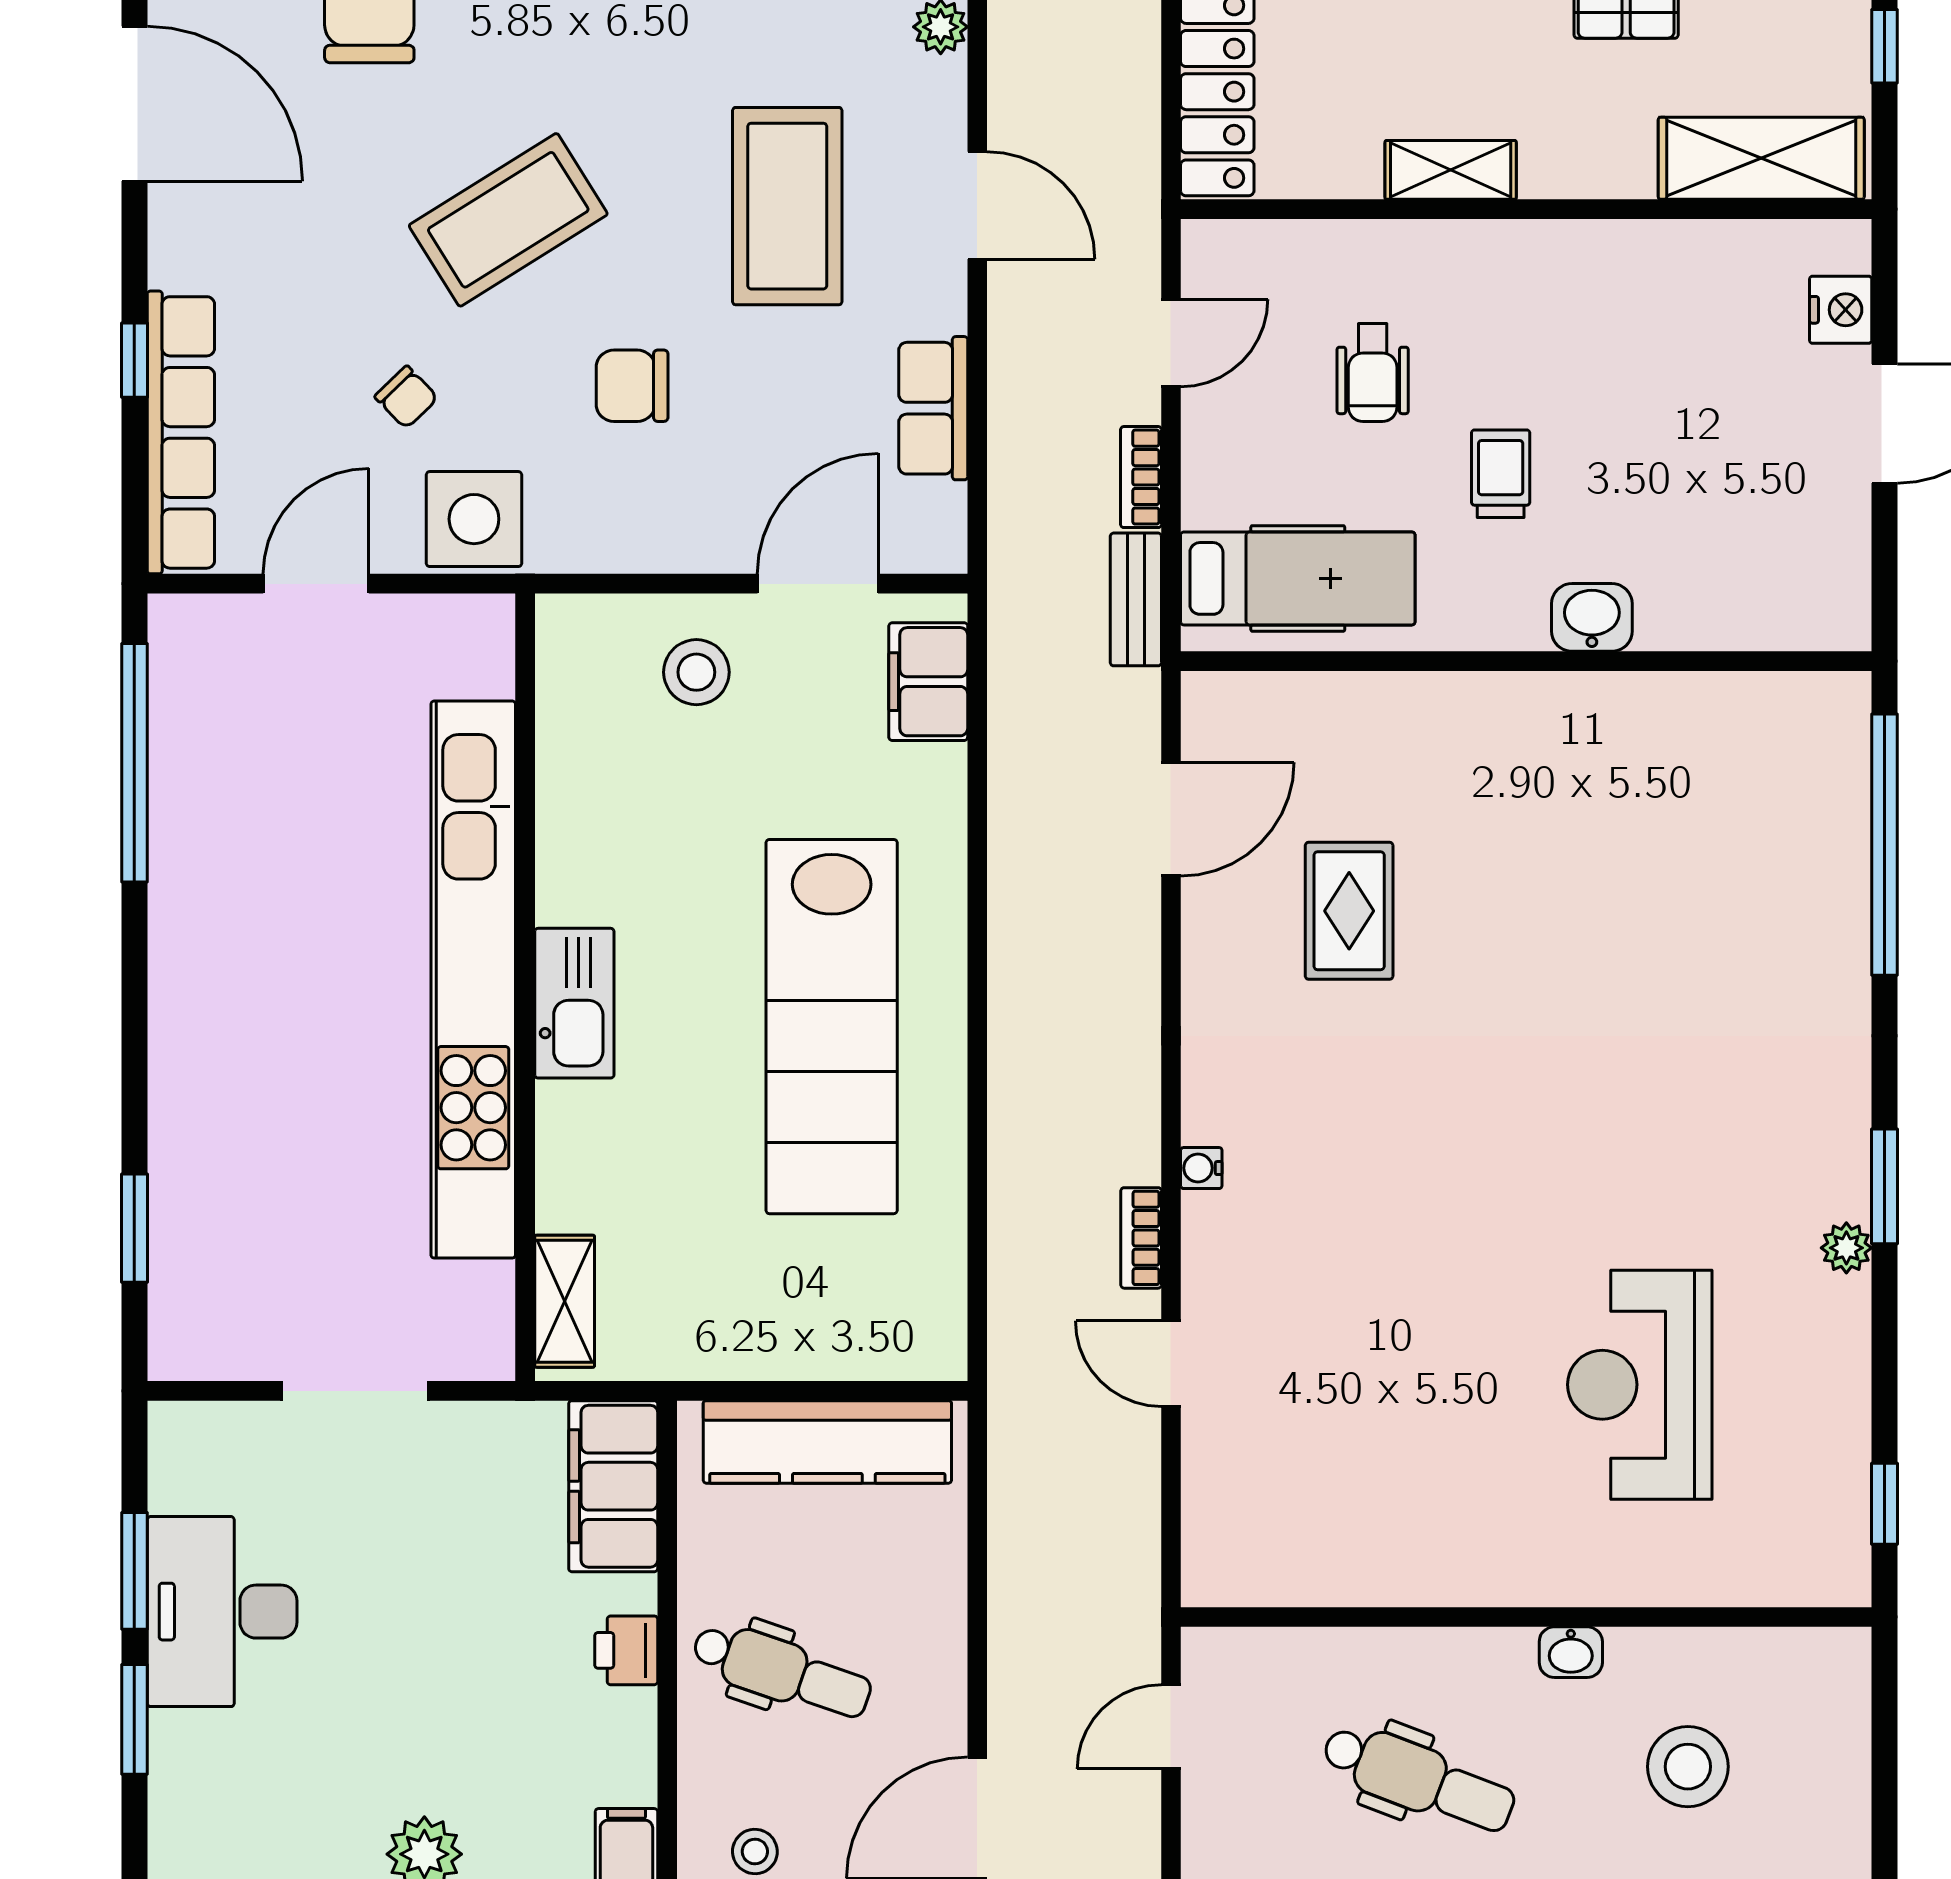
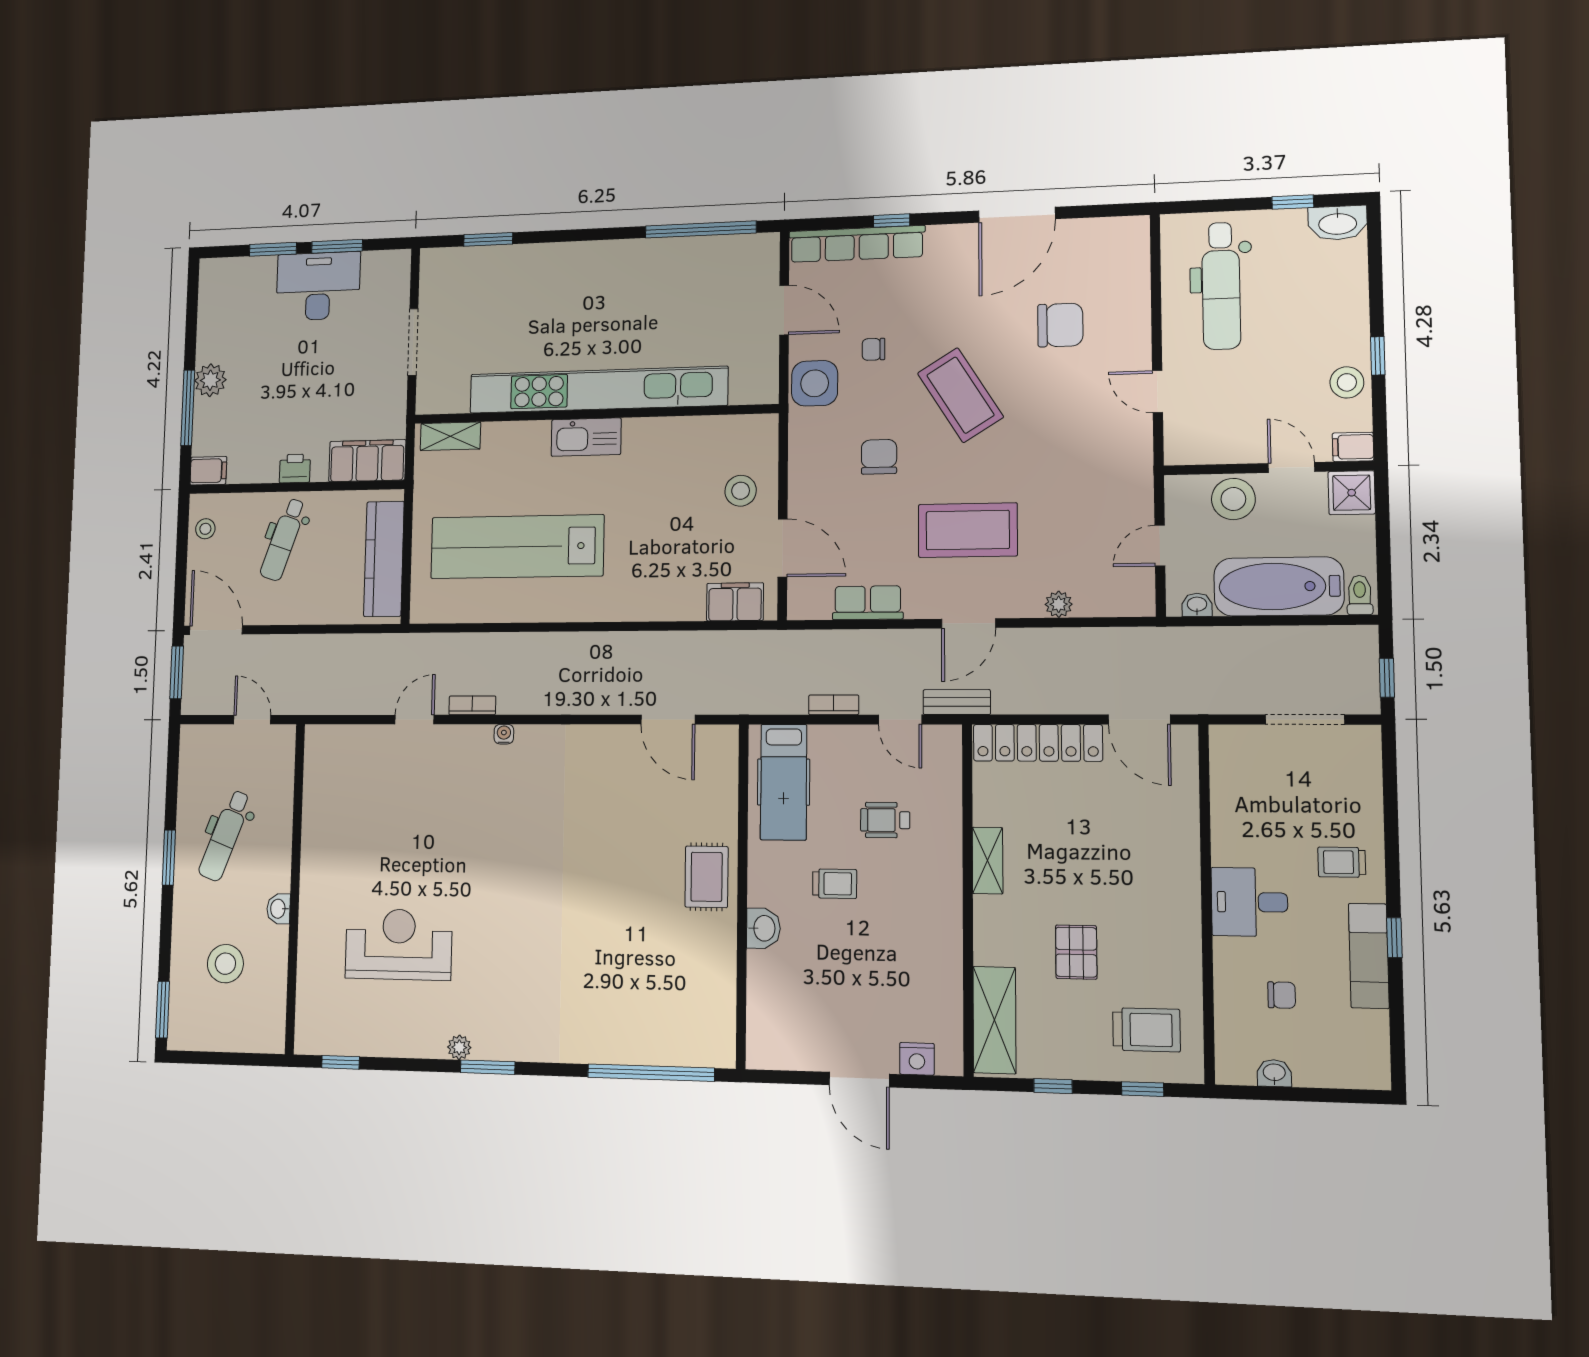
chair: (406, 397) -> (874, 349), turned 44
bench: (1136, 599) -> (957, 702), moved
rug: (1349, 911) -> (707, 877), moved, turned 90
lab bench: (832, 1027) -> (517, 547), moved

